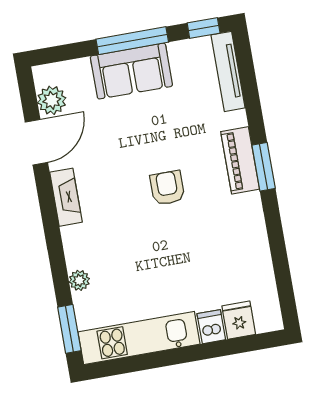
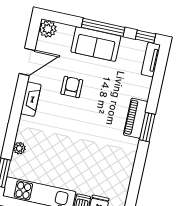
tv unit: (228, 71) -> (151, 60), width x0.71
plant: (52, 100) -> (48, 29), moved
armchair: (167, 188) -> (72, 87), moved

